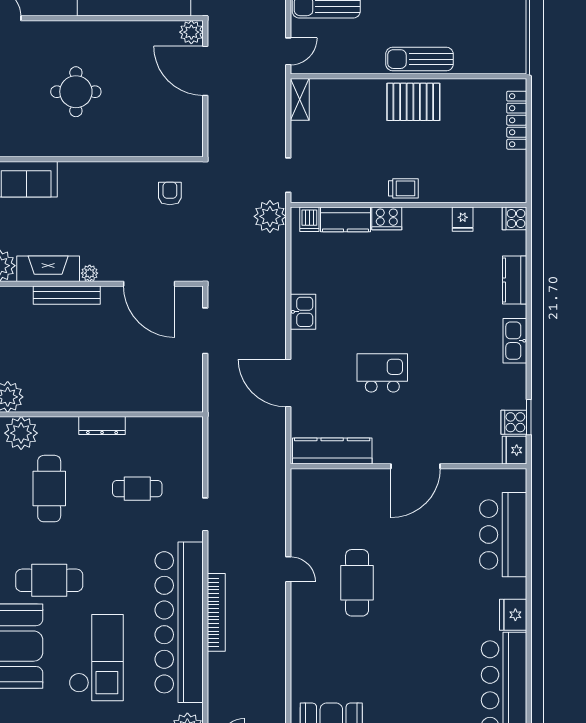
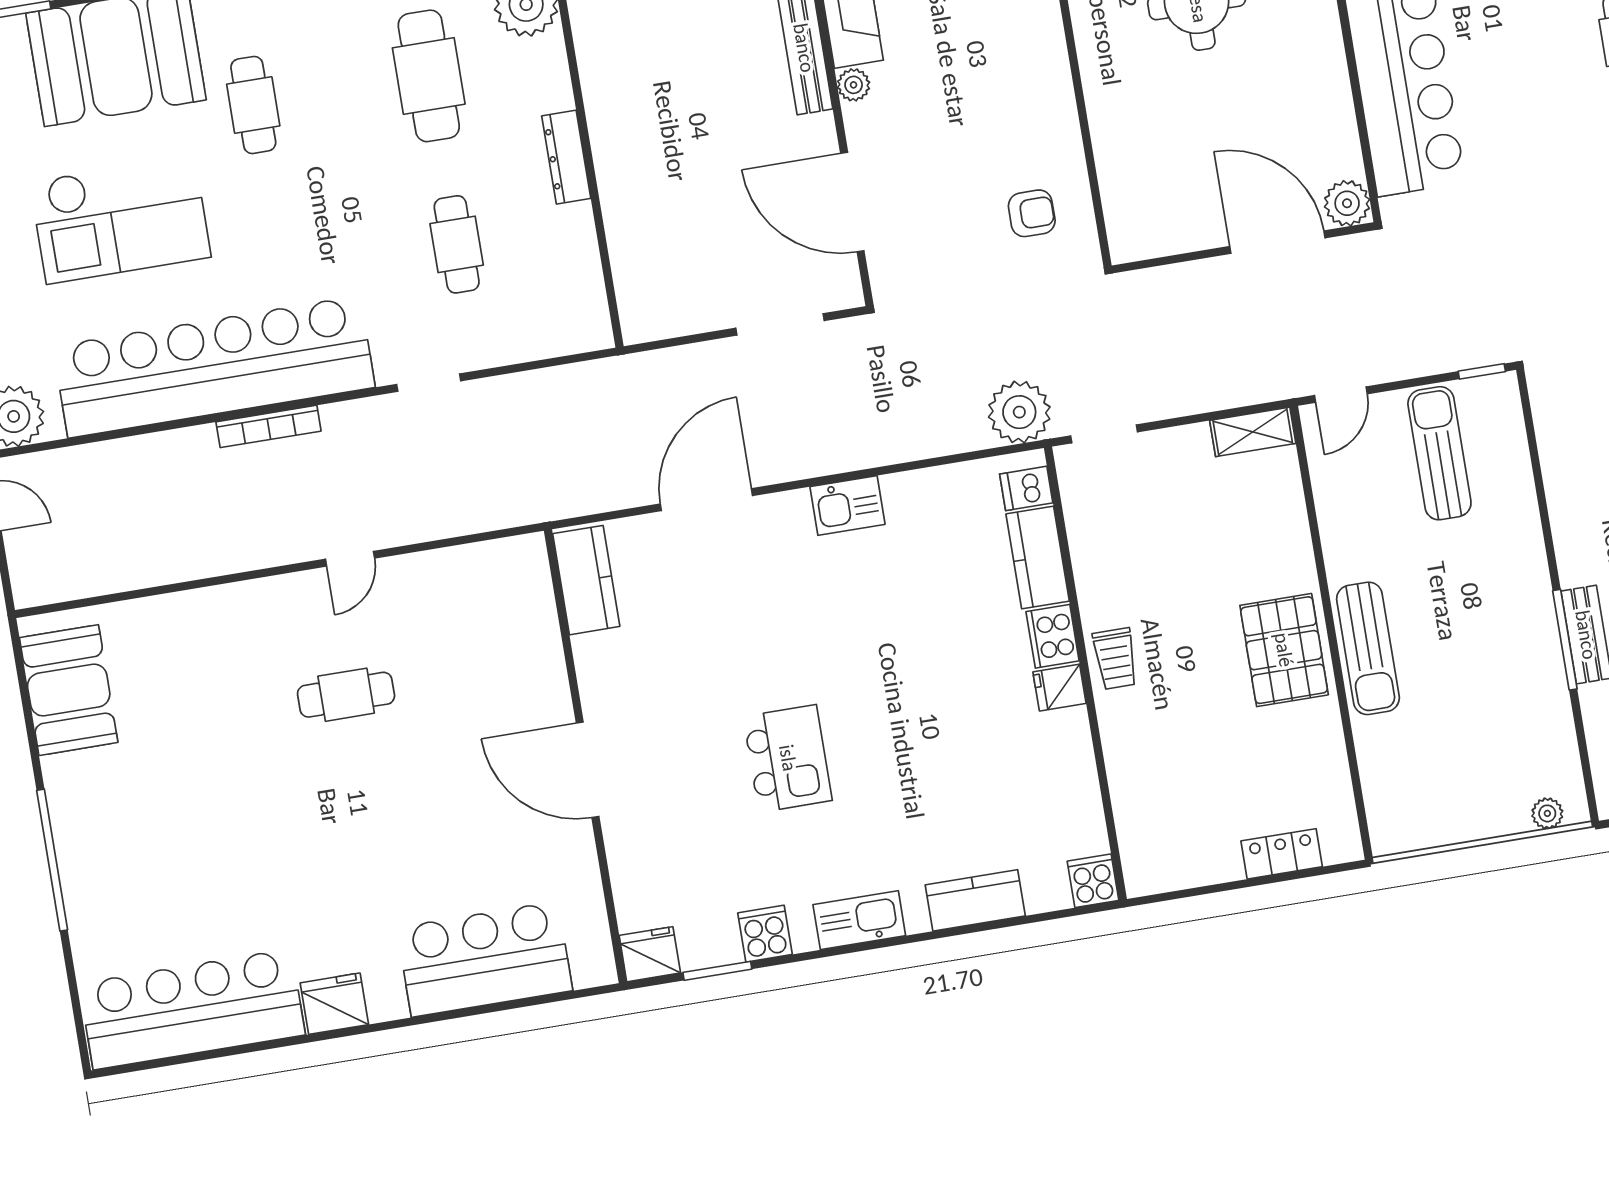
door: (288, 51) -> (1341, 395), hinge flipped
sun lounger: (420, 59) -> (1368, 648), turned 180
door: (205, 71) -> (1277, 242), hinge flipped
locker: (517, 120) -> (1282, 854), width x0.66
fridge: (463, 219) -> (1060, 688), moved
door: (149, 284) -> (852, 202), hinge flipped
kitchen island: (382, 373) -> (788, 758), moved
cooker: (514, 422) -> (765, 934), moved
kitchen counter: (332, 451) -> (586, 580), width x0.67
cafe table: (49, 489) -> (429, 76), turned 90
cafe table: (49, 580) -> (253, 105), width x0.73, depth x0.74
cafe table: (357, 583) -> (346, 695), width x0.73, depth x0.74
bookcase: (216, 612) -> (268, 426), width x0.68, depth x0.76

